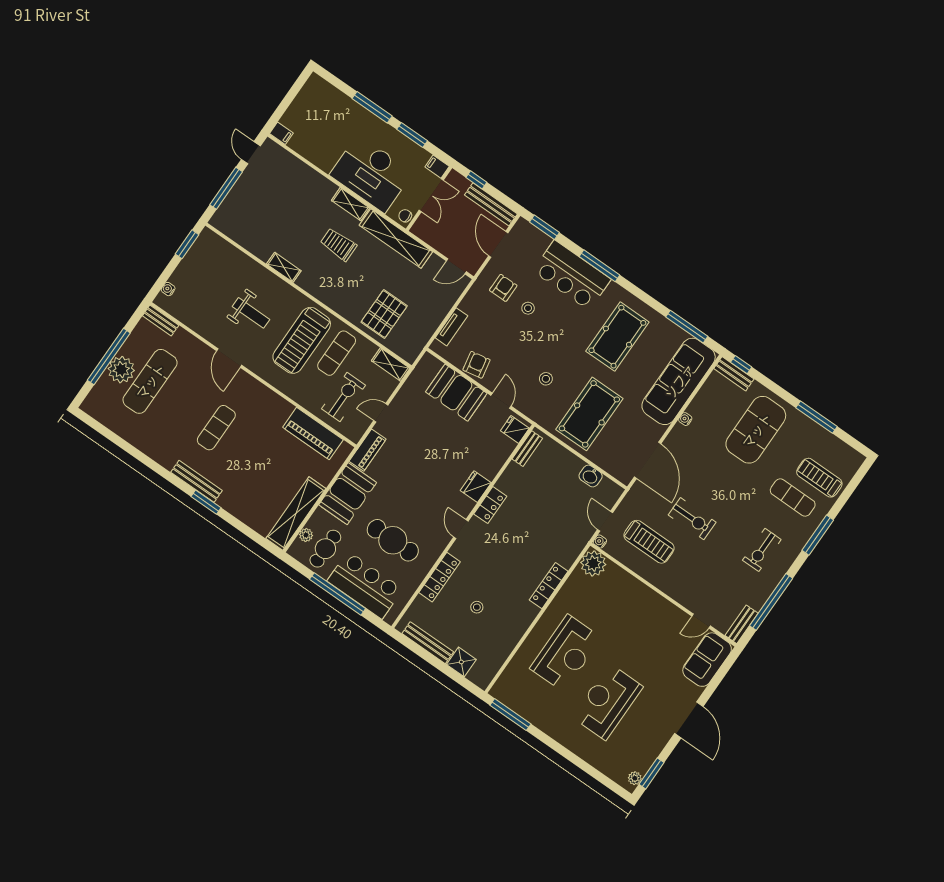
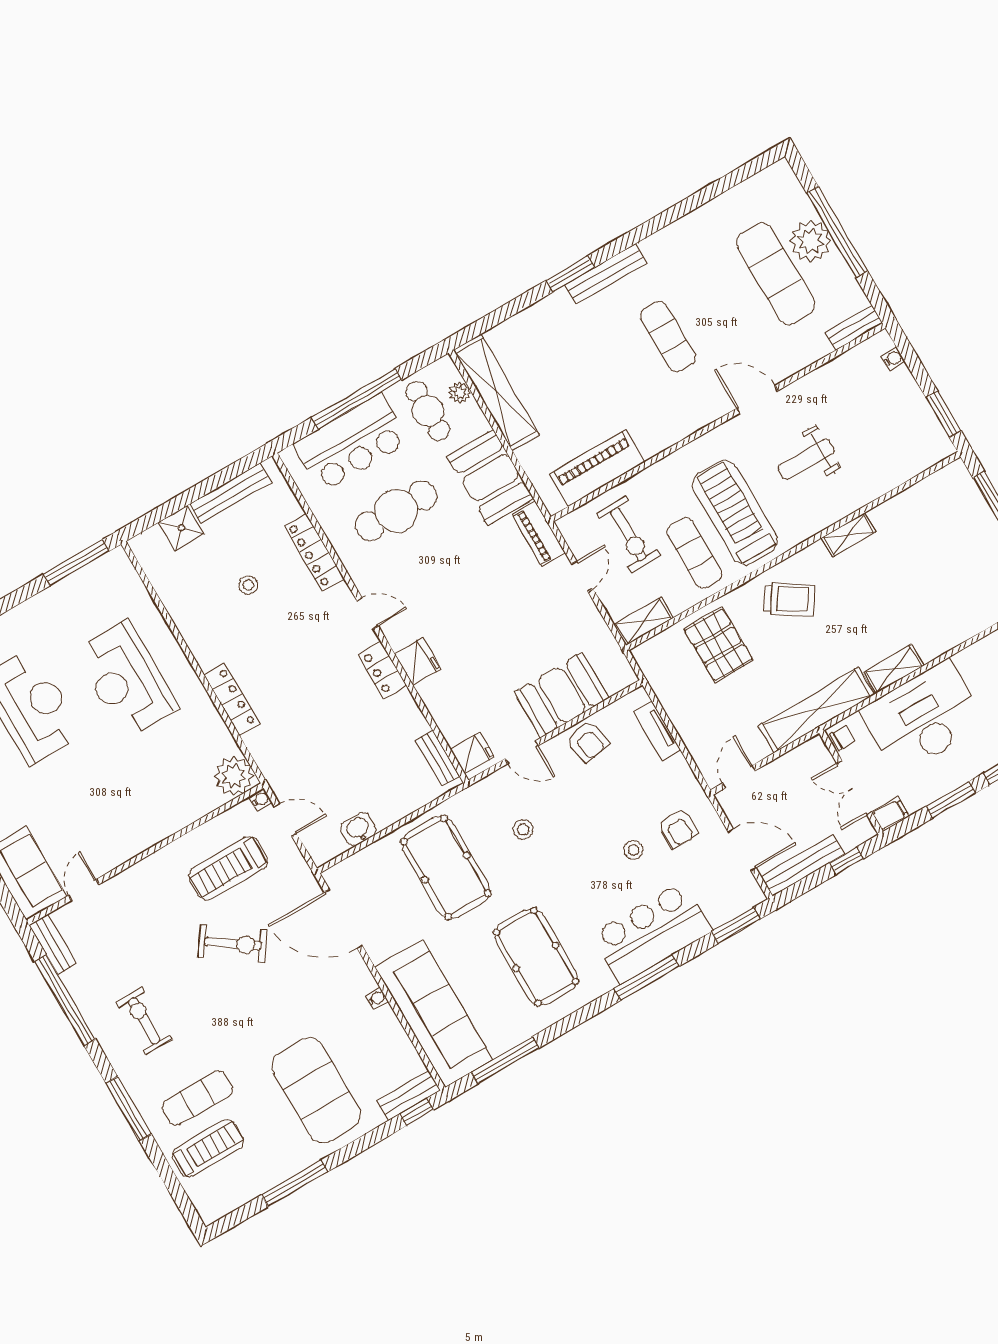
trolley: (338, 244) -> (789, 599), moved, turned 33
exercise bike: (692, 519) -> (233, 944), turned -145

